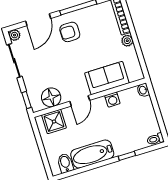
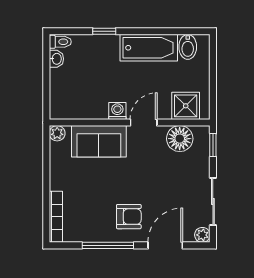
plant: (127, 41) -> (57, 133), moved
washbasin: (143, 90) -> (56, 59), moved
washing machine: (112, 100) -> (117, 111), moved

